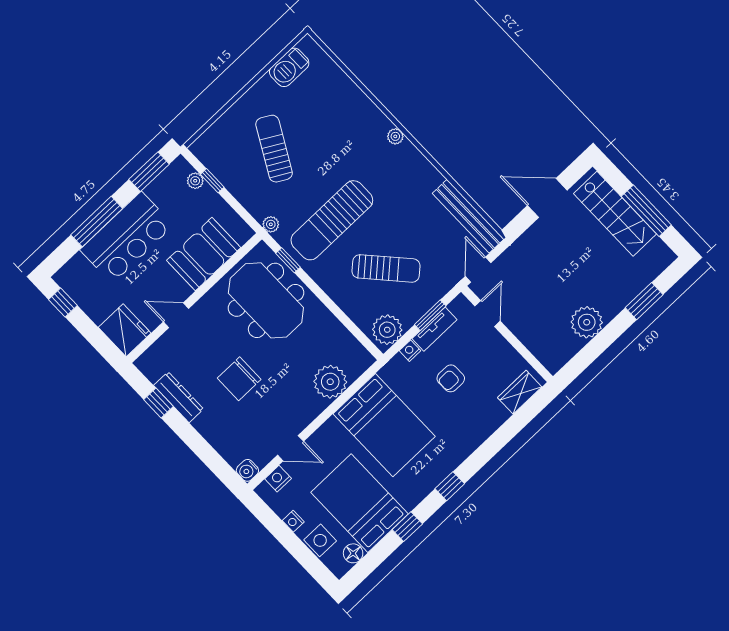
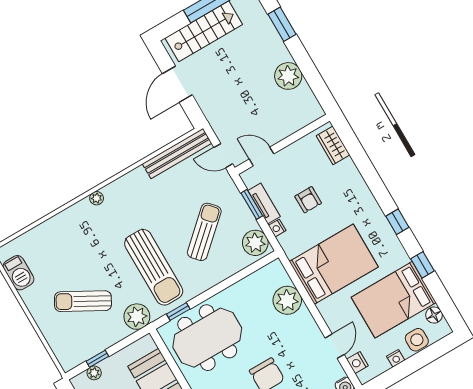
plant: (271, 224) -> (137, 317), width x1.88, depth x1.88

